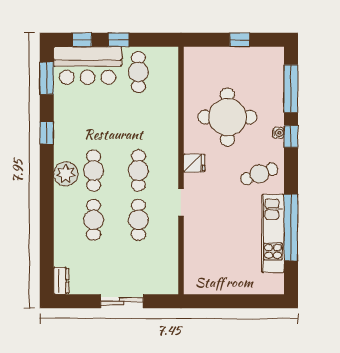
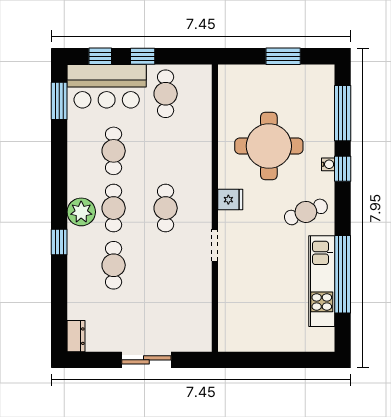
window: (240, 40) -> (283, 56), width x1.50
window: (47, 133) -> (59, 242), moved
cafe table: (138, 220) -> (114, 151), moved

